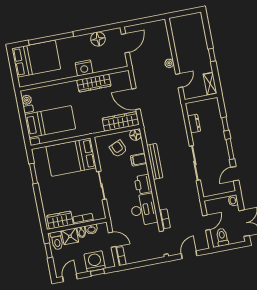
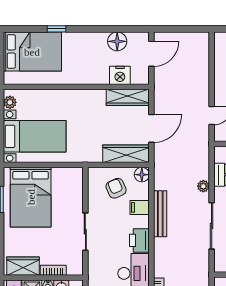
window: (51, 38) -> (57, 29), width x0.32
plant: (169, 63) -> (203, 186), moved
nightstand: (84, 68) -> (120, 75), moved
wardrobe: (94, 83) -> (128, 97), moved
door: (136, 99) -> (151, 128), swing flipped
bed: (71, 157) -> (31, 197), moved, turned -90

